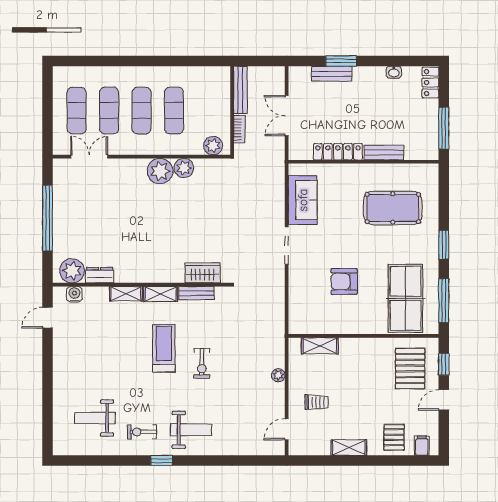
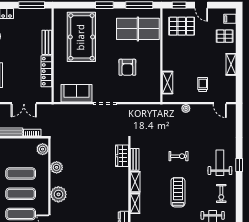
plant: (160, 171) -> (58, 194), moved
pool table: (393, 208) -> (81, 37), width x1.36, depth x1.32
treadmill: (164, 348) -> (178, 192), moved, turned 90
window: (162, 461) -> (239, 165), moved

